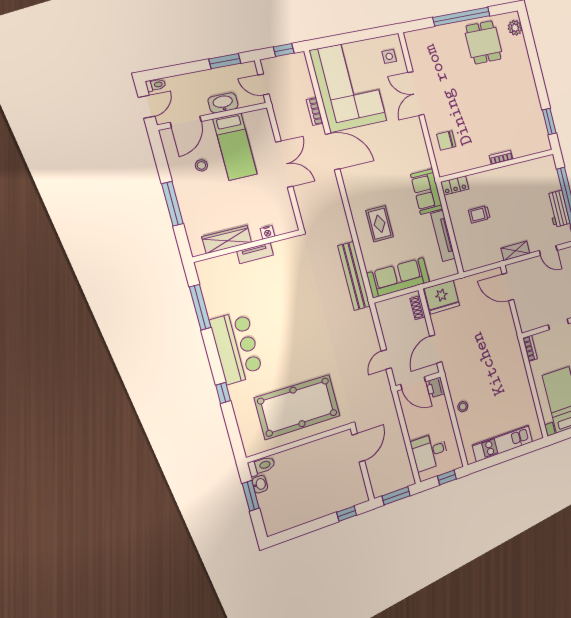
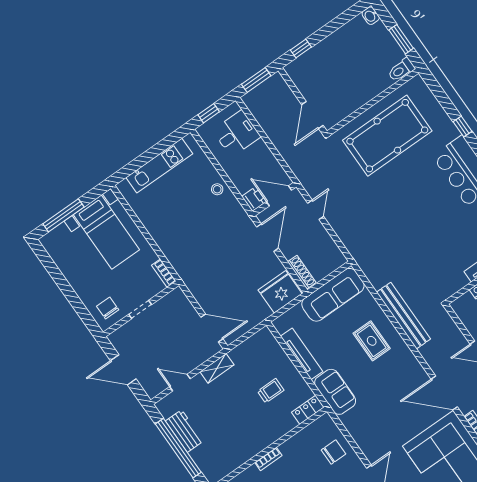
bench: (354, 276) -> (403, 316), moved
shoe rack: (418, 308) -> (302, 272), width x1.43
washbasin: (260, 484) -> (371, 16), moved

